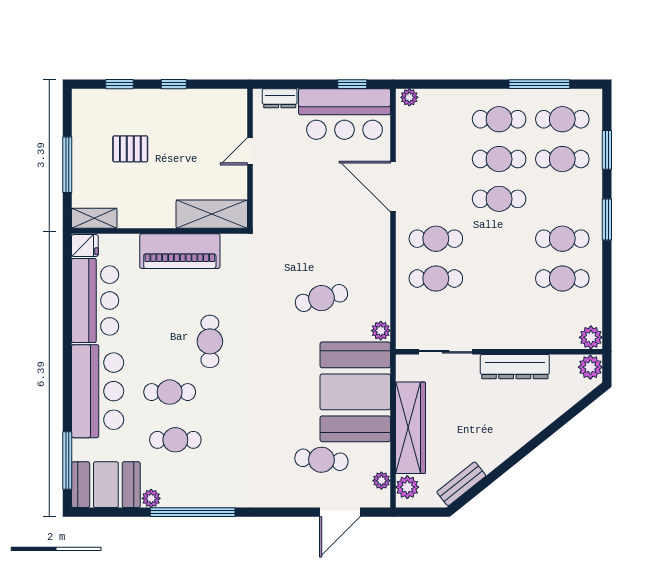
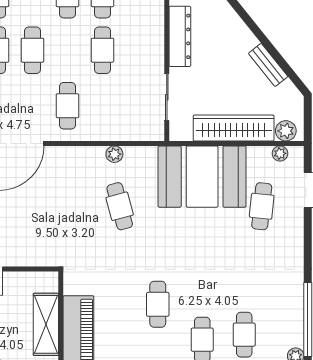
shelving: (212, 214) -> (46, 324), moved
cafe table: (436, 278) -> (102, 50), moved
plant: (381, 331) -> (114, 154), moved
cafe table: (210, 341) -> (158, 304), turned 90
bench: (461, 484) -> (268, 65), moved

